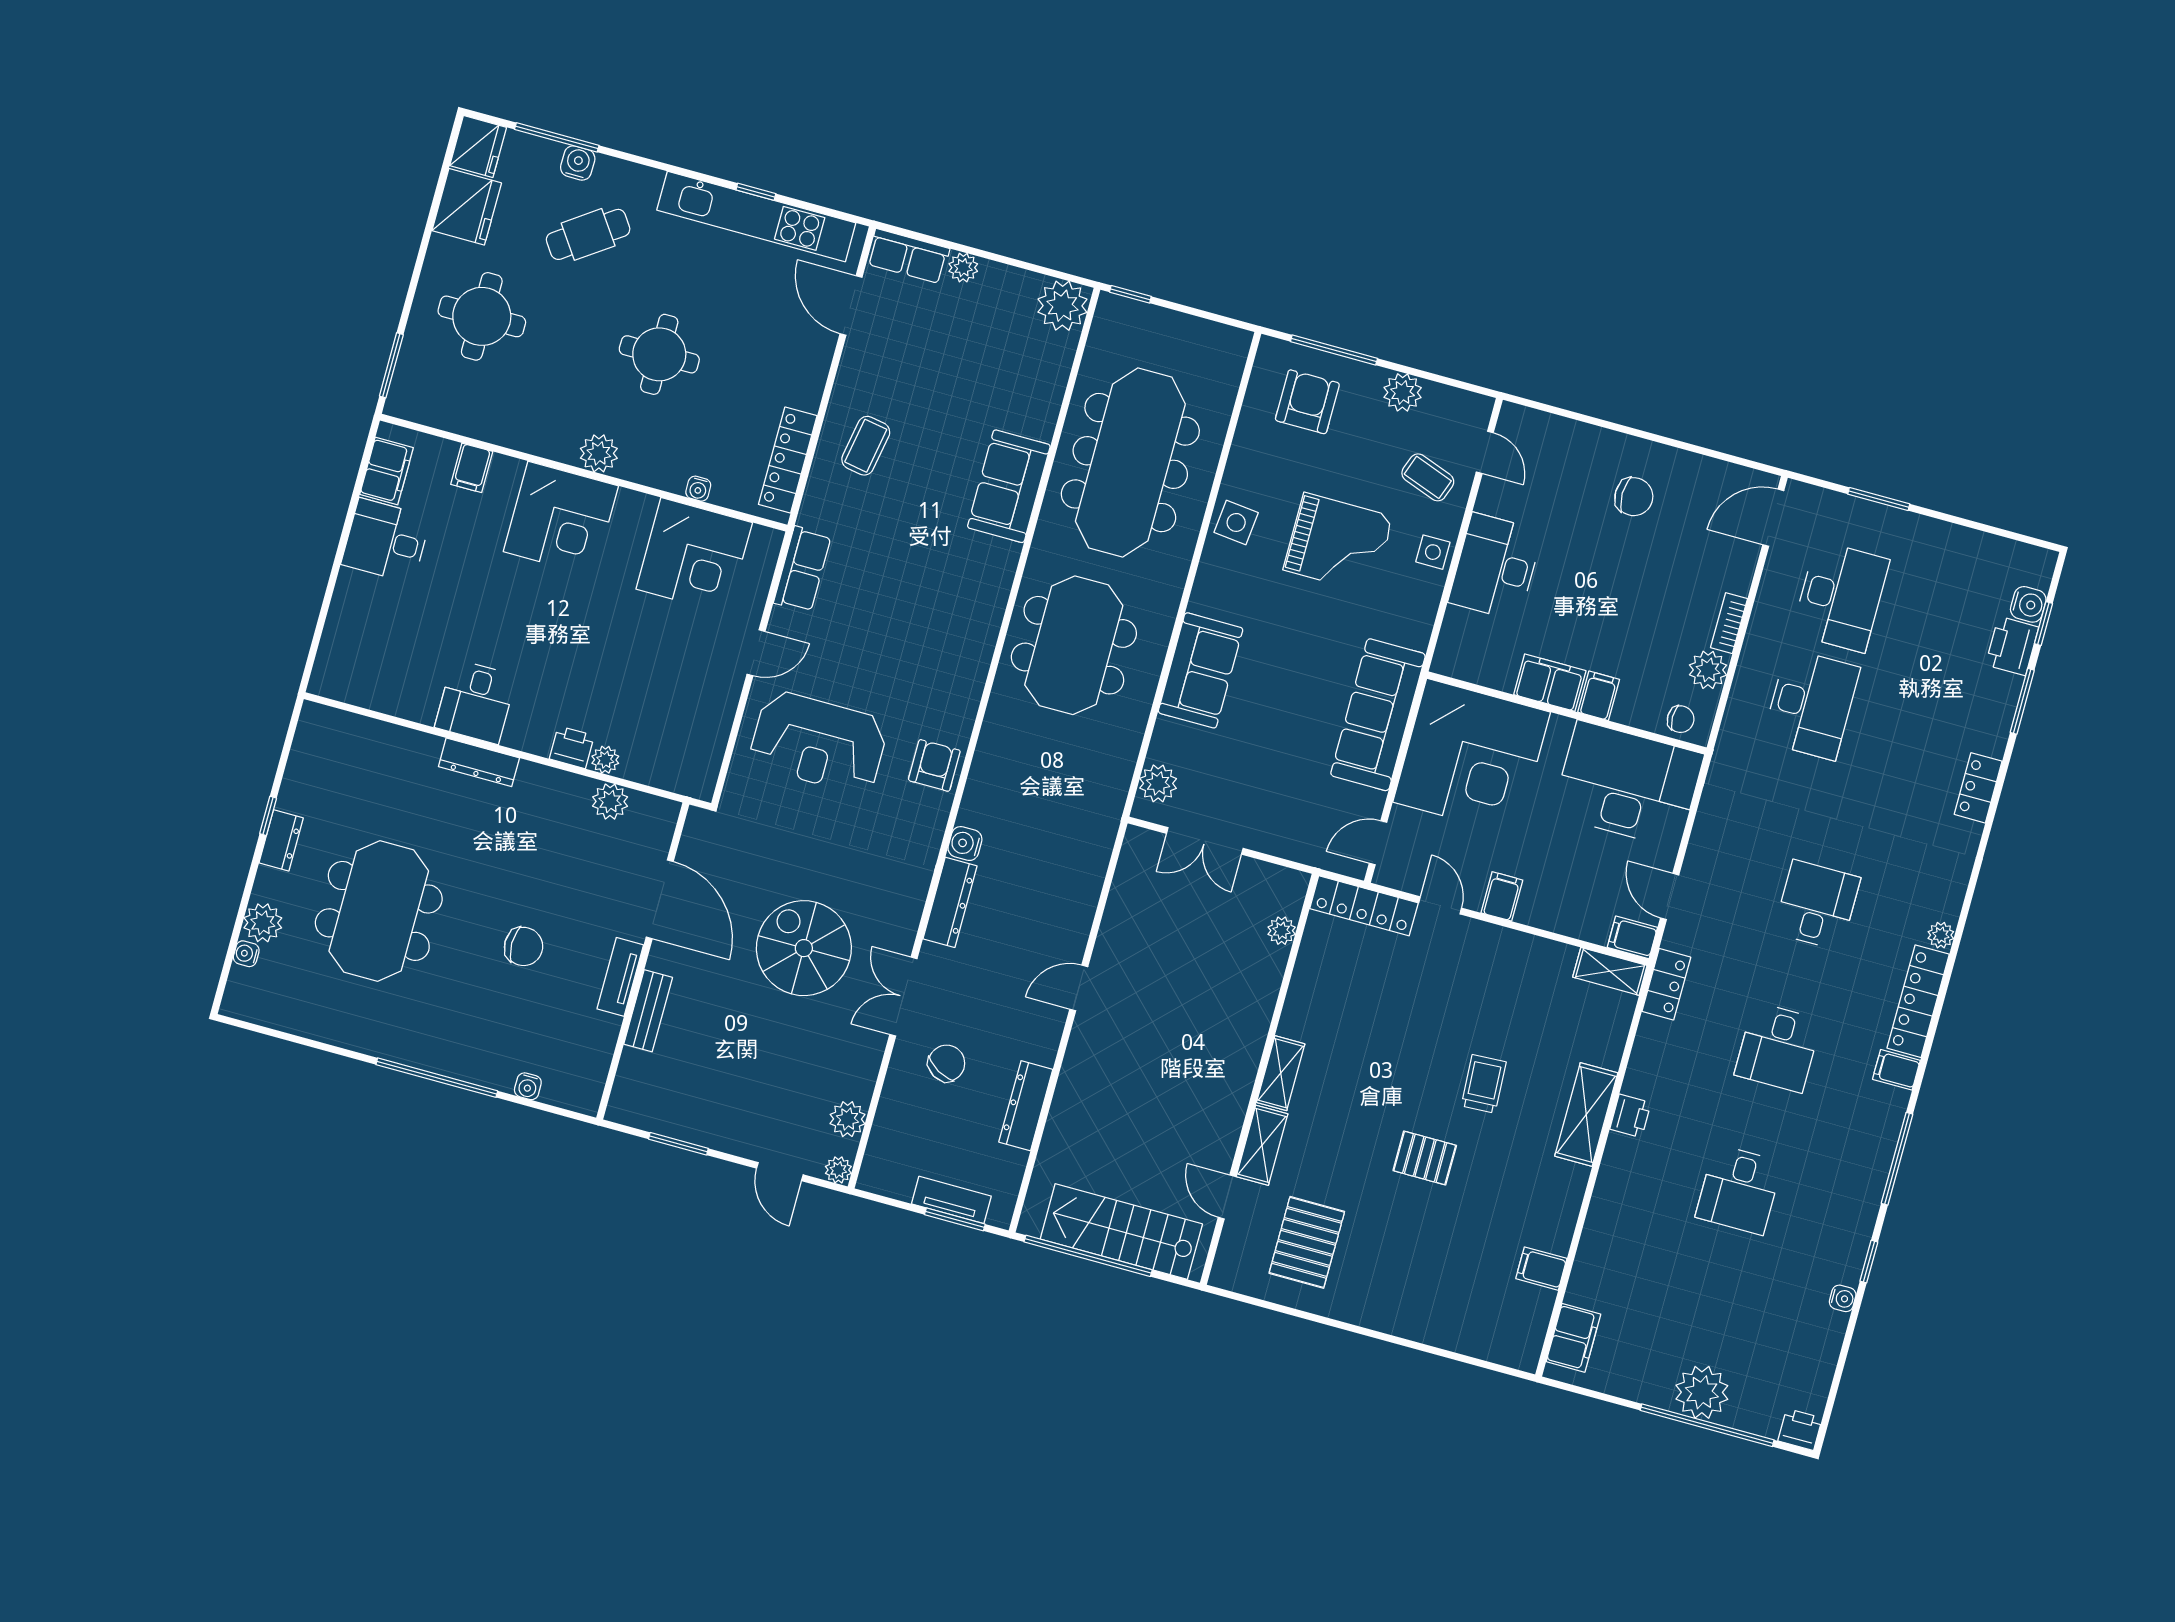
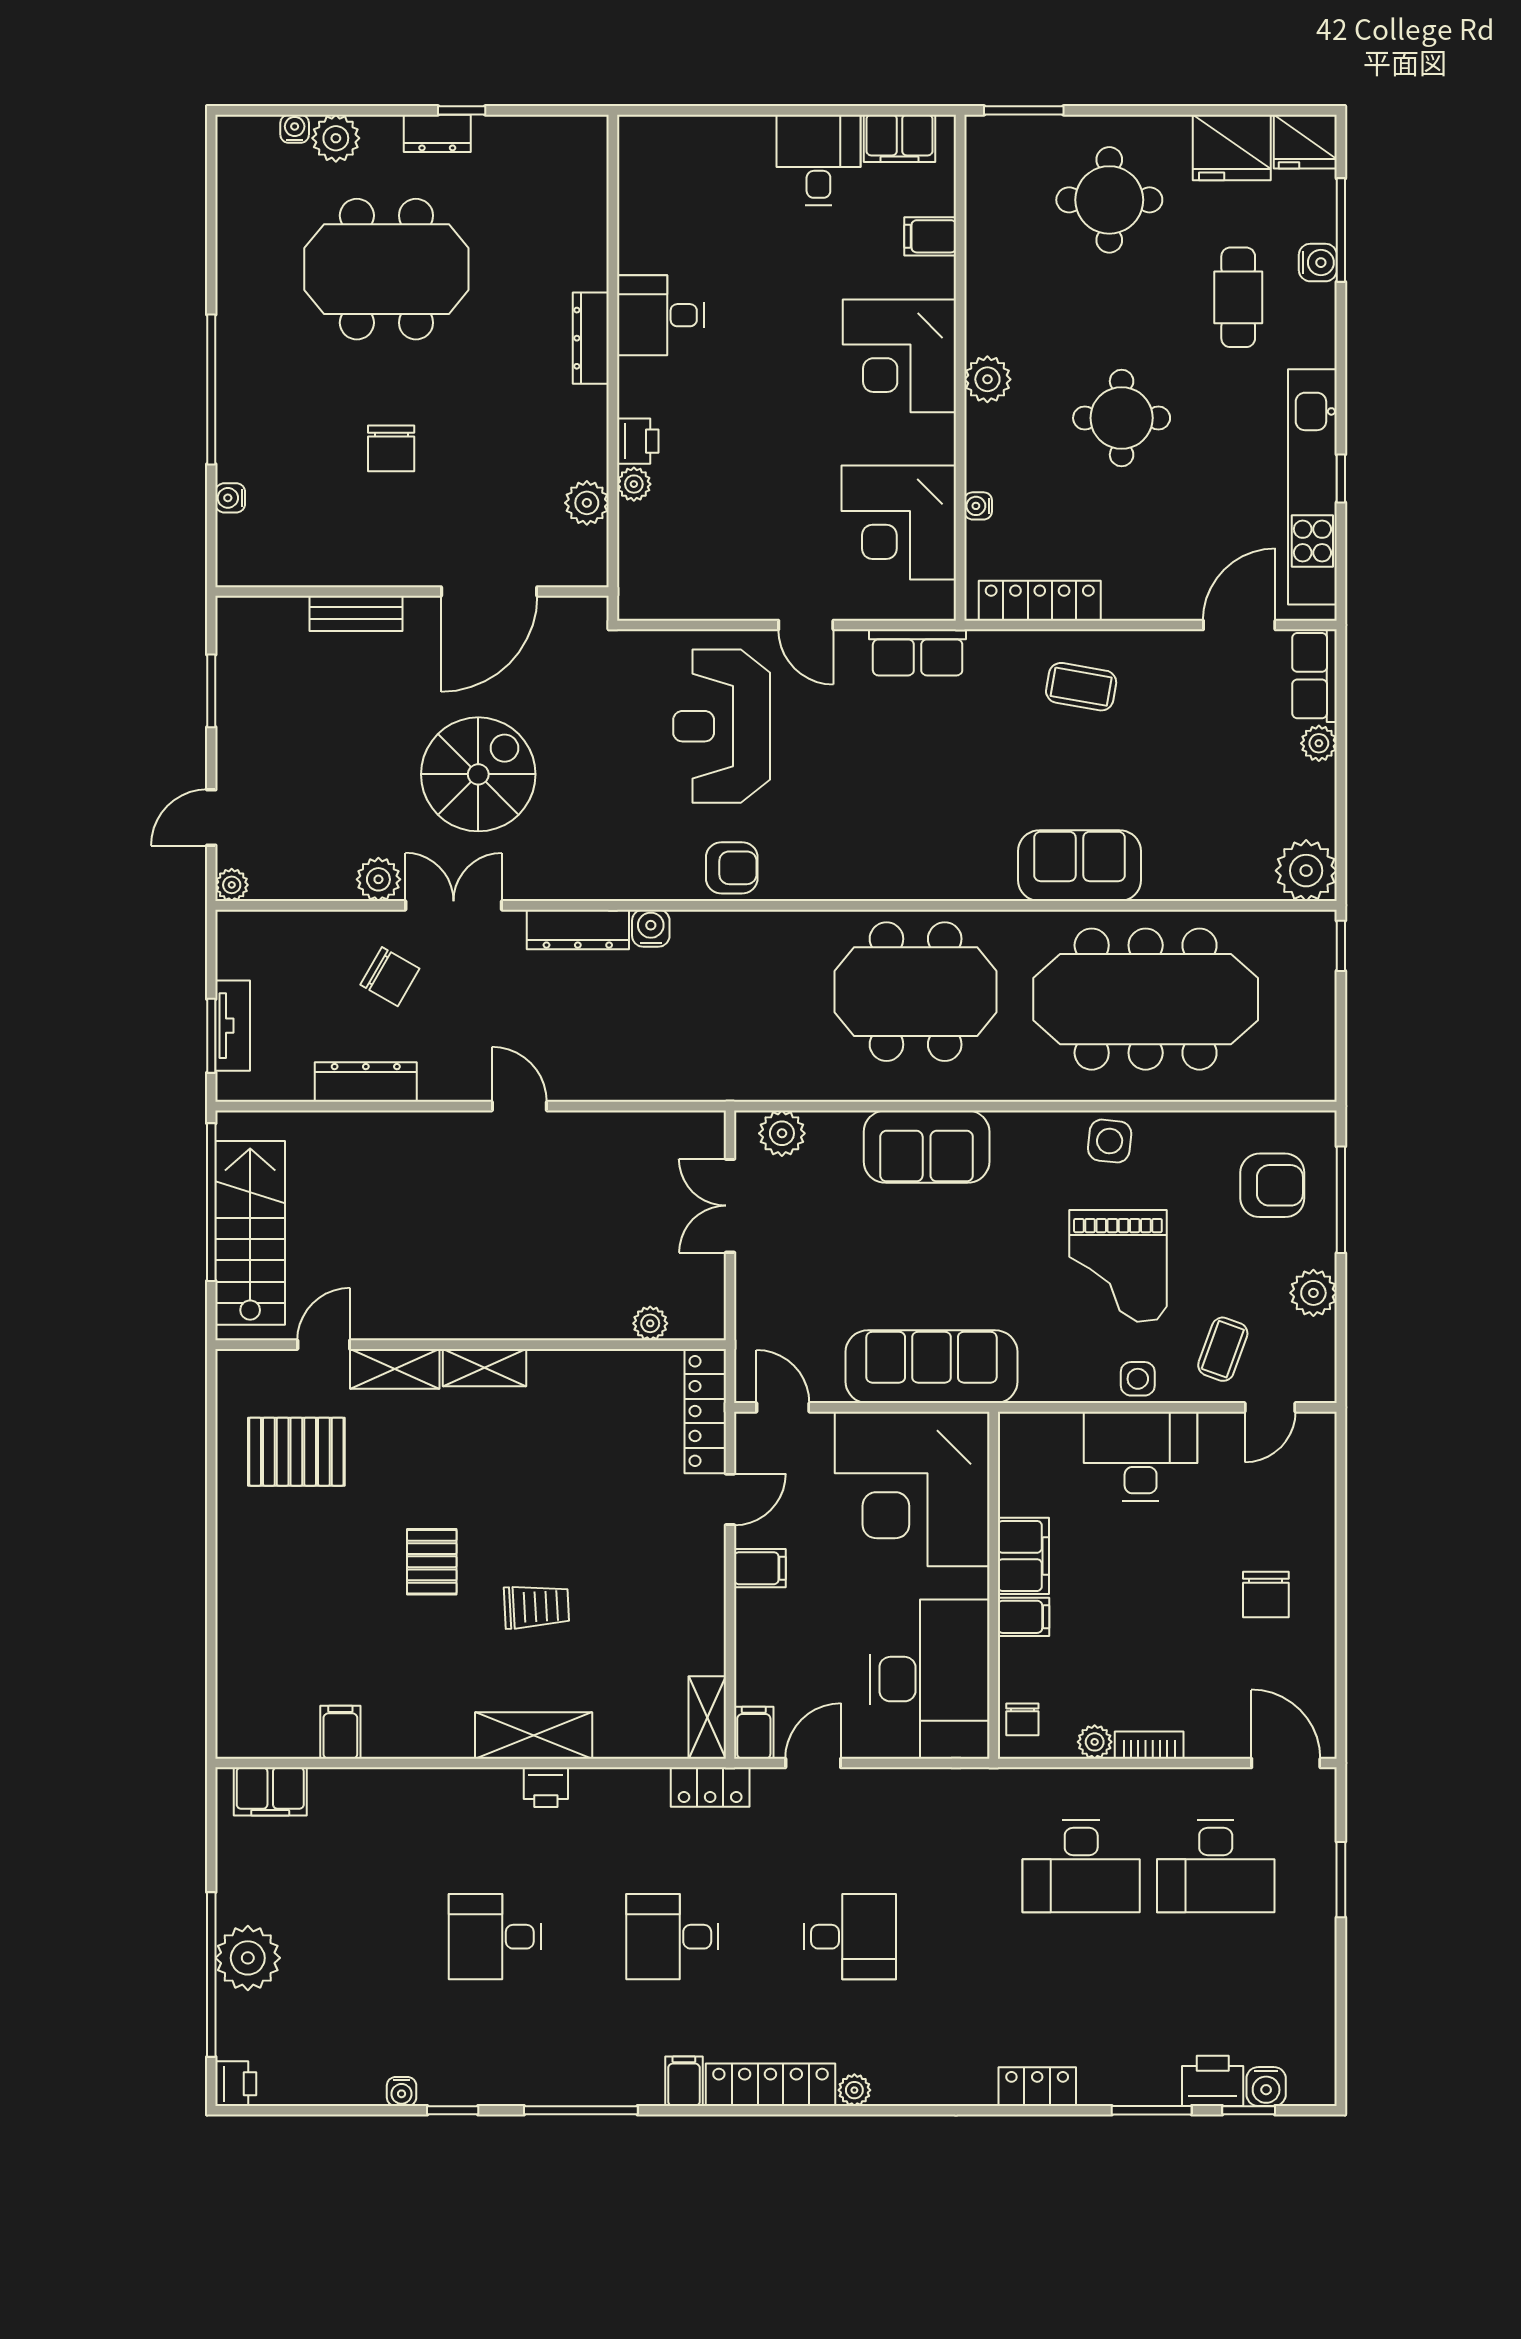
cafe table: (588, 234) -> (1238, 297), turned 35
plant: (1708, 670) -> (1095, 1742), width x0.73, depth x0.73
tv unit: (620, 977) -> (386, 570), removed
plant: (848, 1119) -> (378, 879), moved

